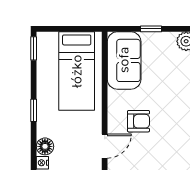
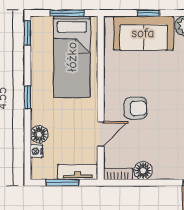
window: (72, 29) -> (67, 13), added
sofa: (124, 60) -> (143, 33), moved, turned 90

